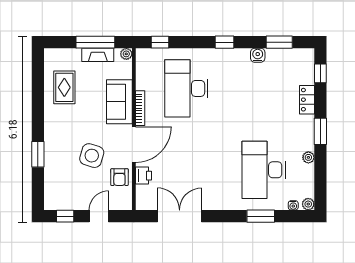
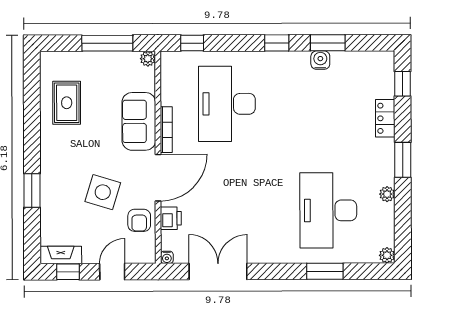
window: (279, 42) -> (328, 43), moved
fireplace: (98, 55) -> (61, 255), moved, turned 180
water cooler: (293, 205) -> (167, 257), moved

